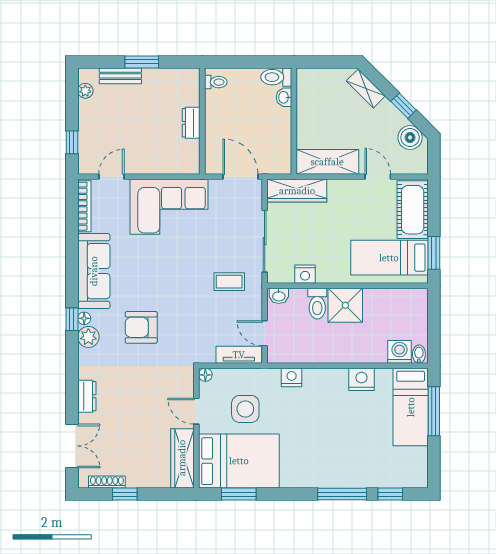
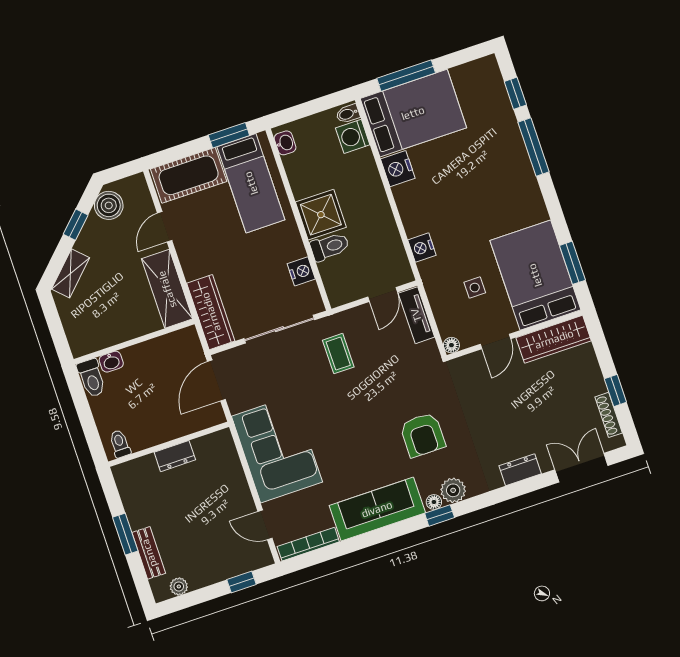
washbasin: (279, 296) -> (285, 143), moved
bed: (411, 407) -> (413, 113), width x1.50
side table: (245, 409) -> (475, 288), width x0.54, depth x0.54

